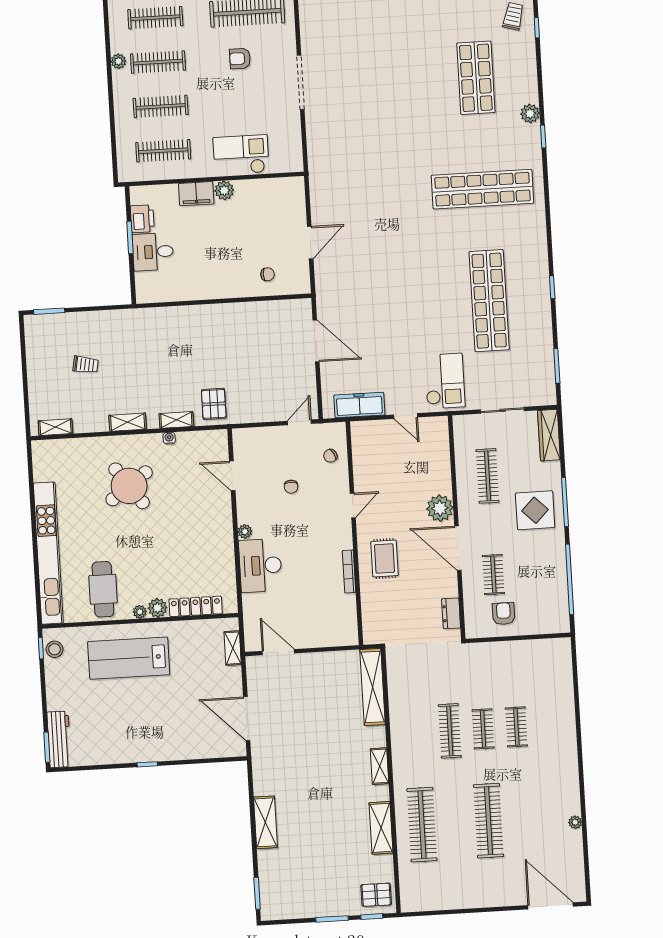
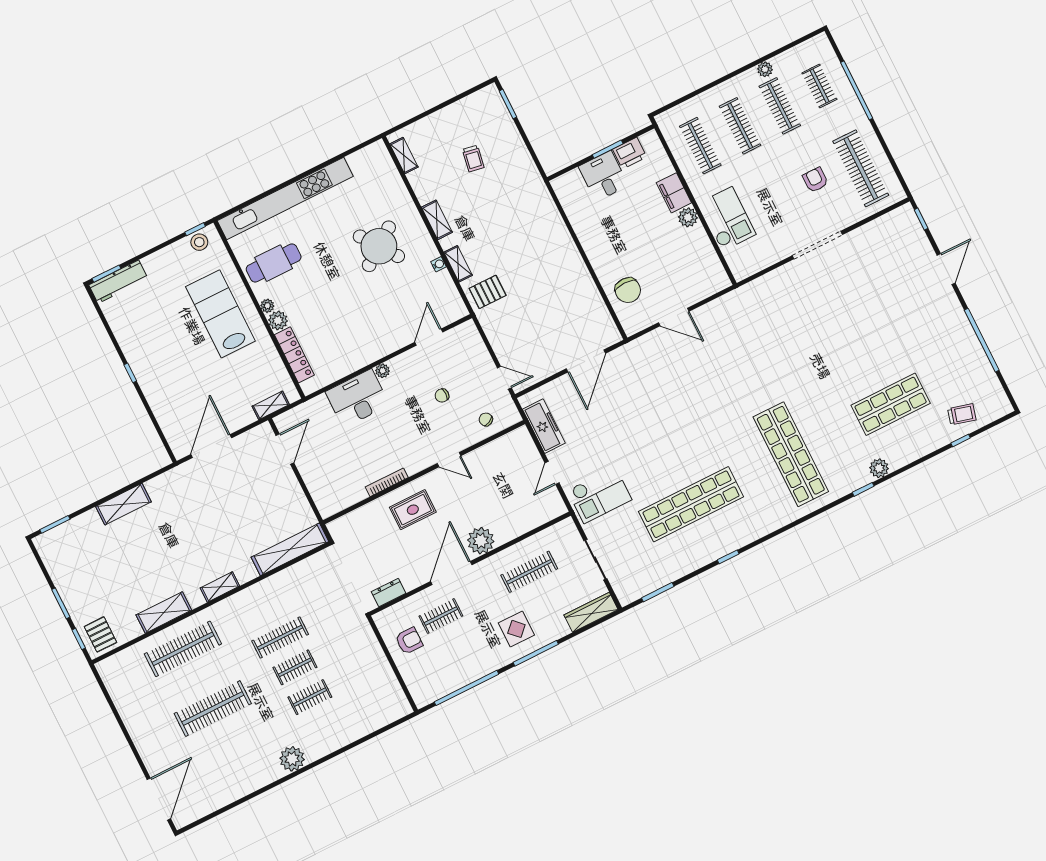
clothes rail: (155, 18) -> (820, 86), width x0.73
chair: (267, 274) -> (628, 290), width x1.87, depth x1.87
display table: (535, 510) -> (516, 629), width x0.73, depth x0.73
plant: (575, 822) -> (292, 759), moved, width x1.87, depth x1.87

